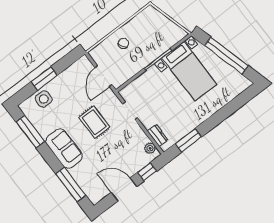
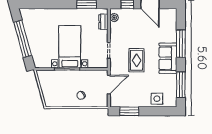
bed with nightstands: (189, 71) -> (70, 47), moved
window: (44, 78) -> (129, 111), moved
window: (71, 184) -> (181, 44), moved

